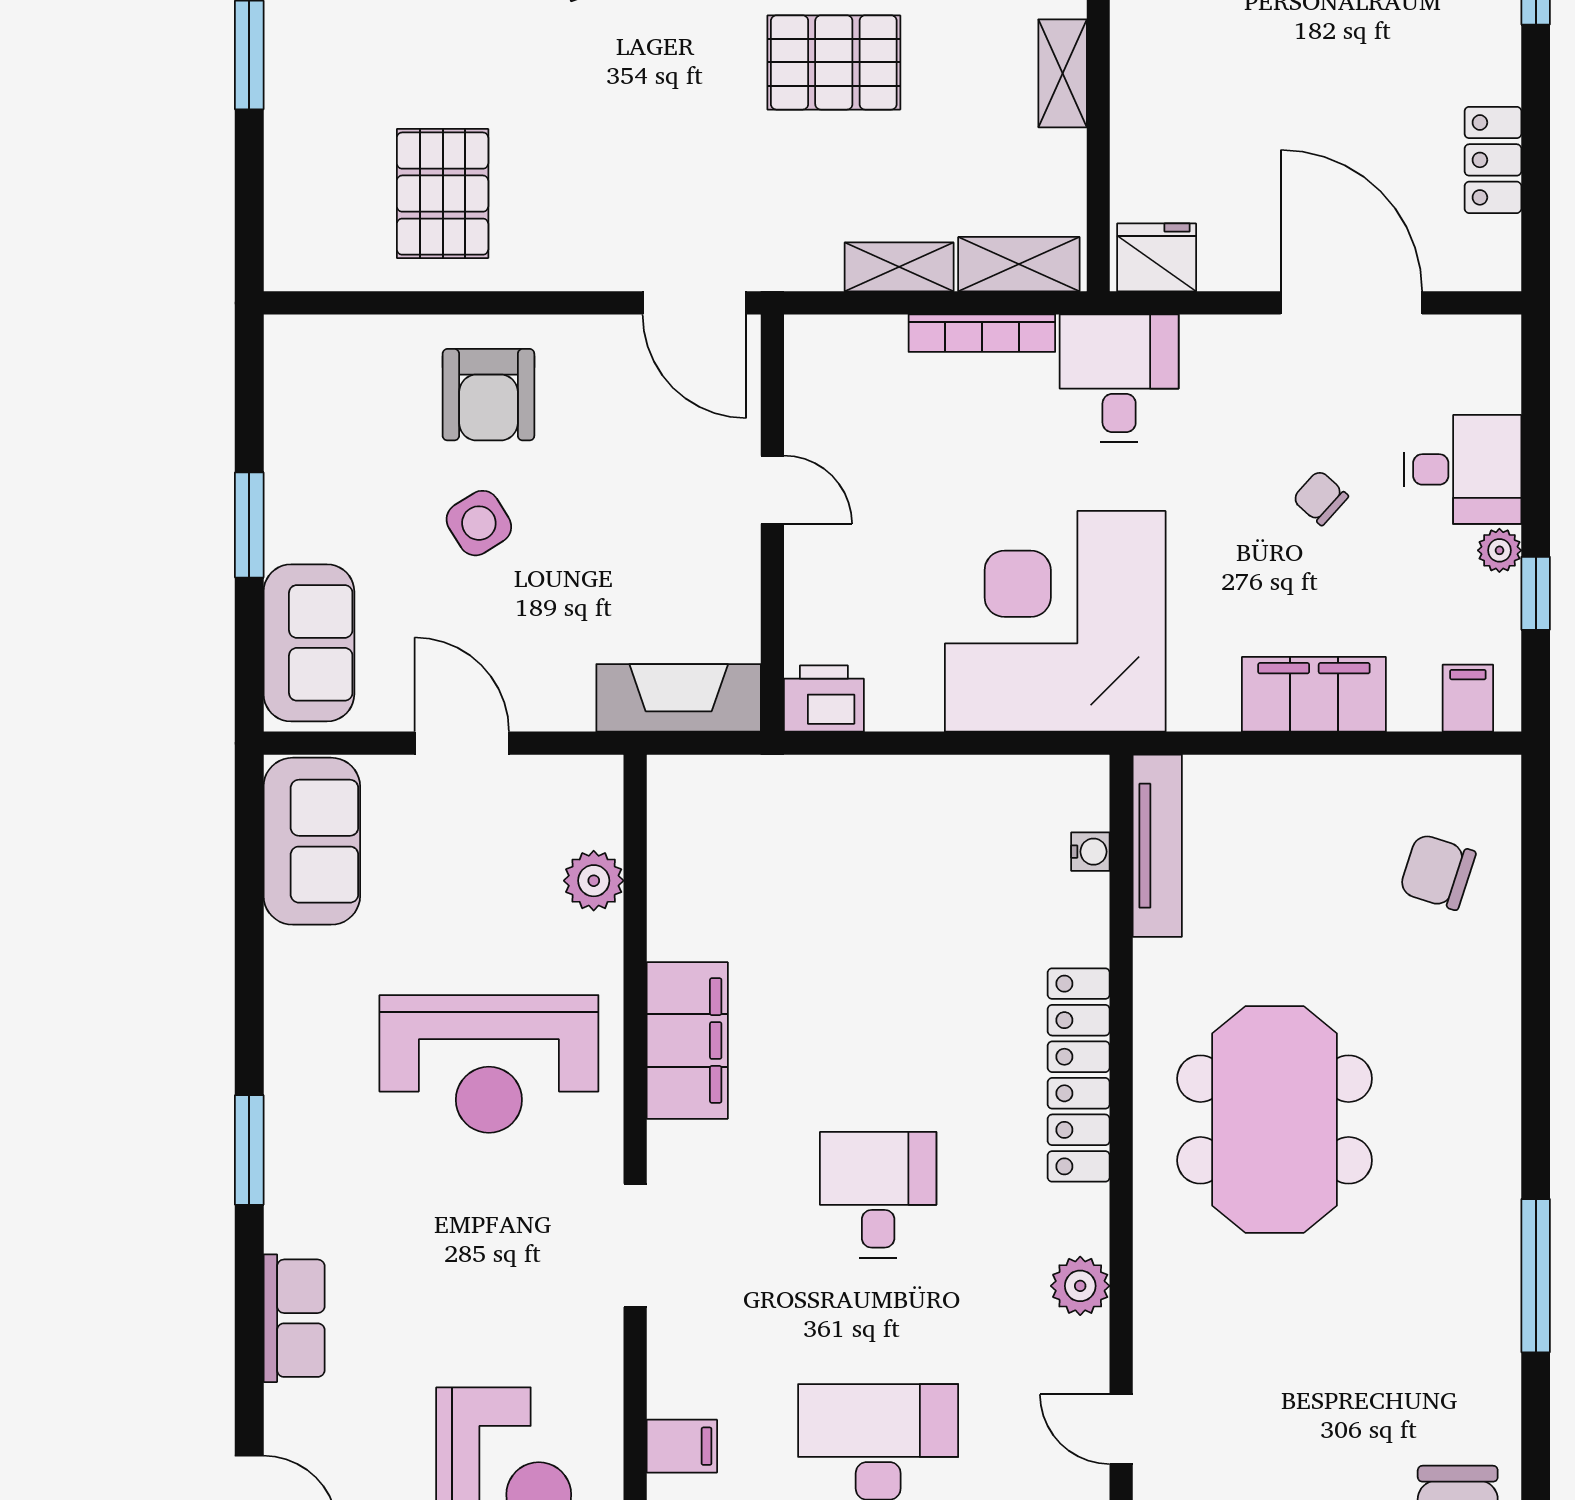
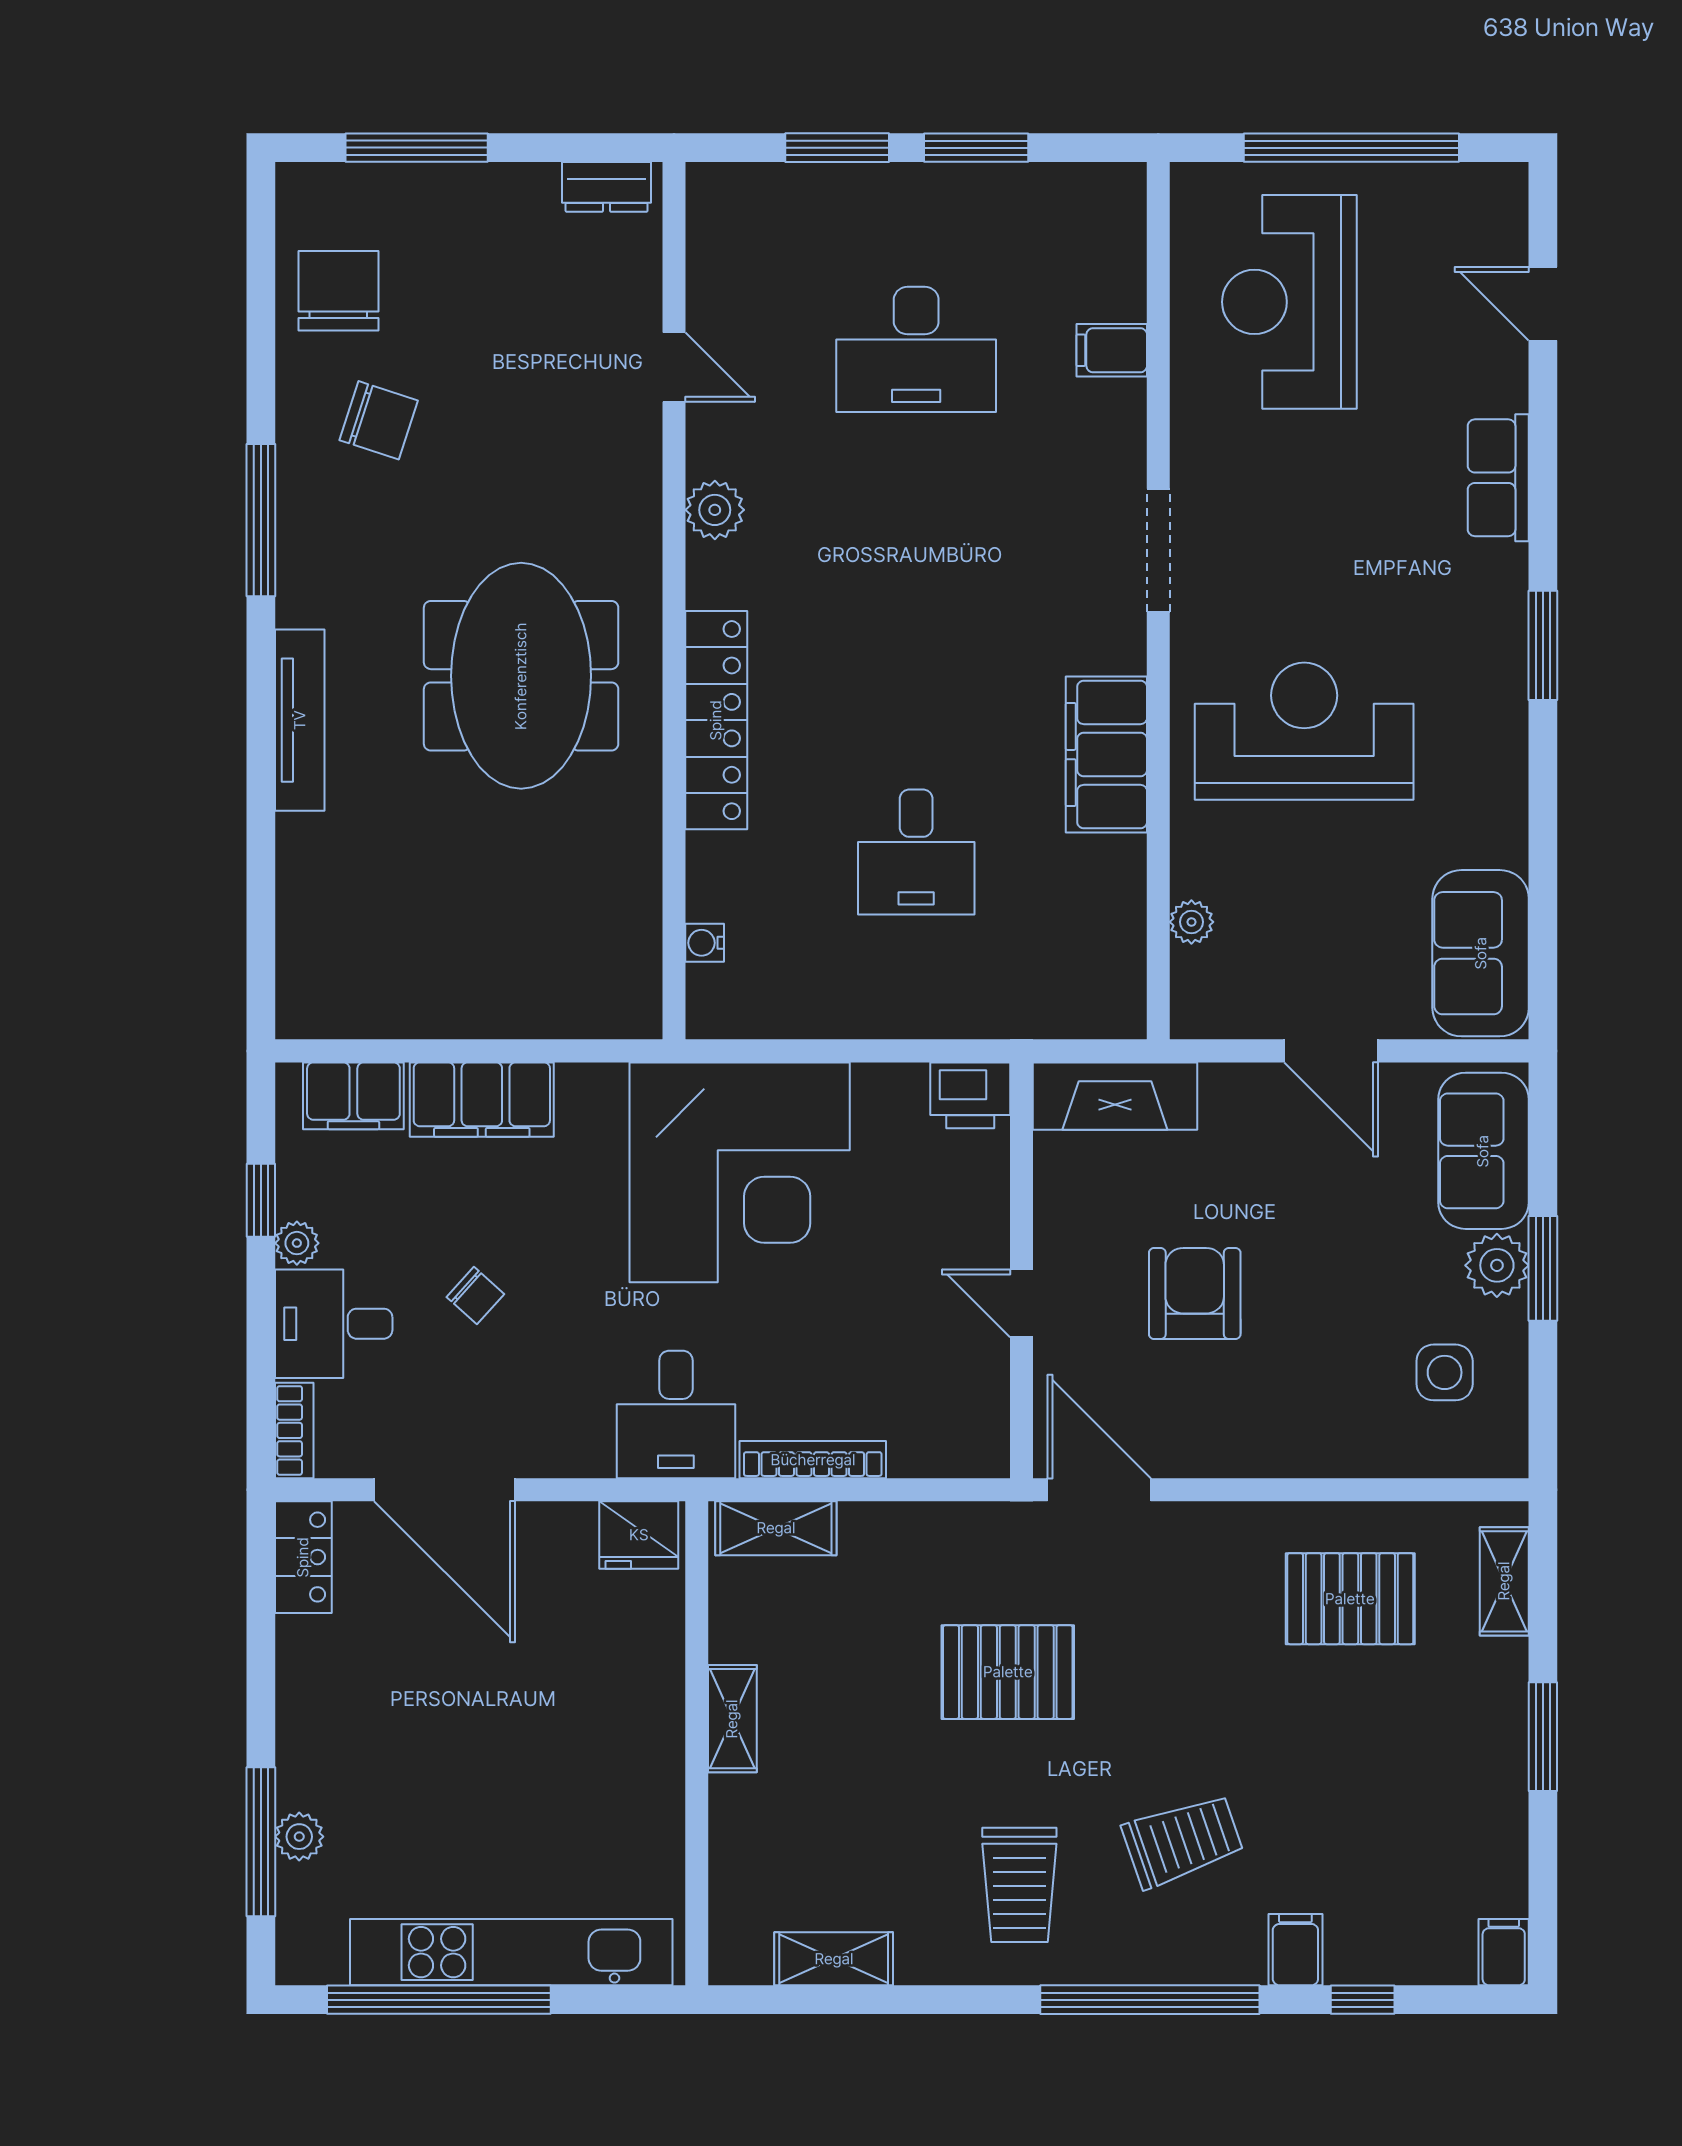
pallet: (834, 62) -> (1008, 1672), moved
locker: (1493, 160) -> (303, 1557), moved
pallet: (443, 194) -> (1350, 1599), turned 90
shelving: (899, 267) -> (1504, 1581), moved, turned 90
bookcase: (1502, 362) -> (294, 1430), added
armchair: (488, 395) -> (1195, 1293), moved
side table: (479, 523) -> (1445, 1372), moved, turned 32
plant: (295, 528) -> (1497, 1265), added
filing cabinet: (1468, 698) -> (353, 1096), width x2.00
tv unit: (1157, 846) -> (300, 720), moved, turned 180
chair: (1437, 872) -> (379, 420), moved
plant: (594, 881) -> (1191, 922), width x0.73, depth x0.73
desk: (878, 1195) -> (916, 852), moved

